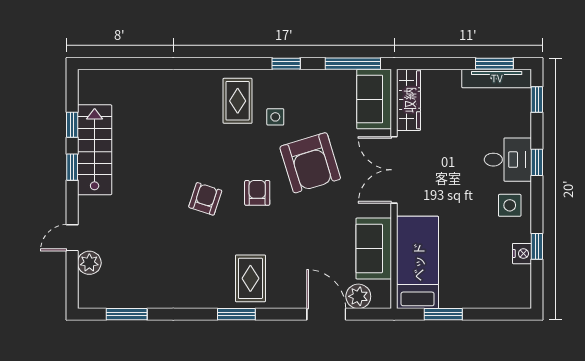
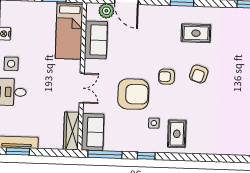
armchair: (310, 163) -> (133, 94), turned 107
double door: (394, 170) -> (82, 88), width x0.73
armchair: (257, 193) -> (167, 77), turned 90
rug: (250, 278) -> (196, 33), moved, turned 90

